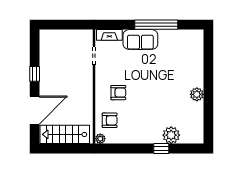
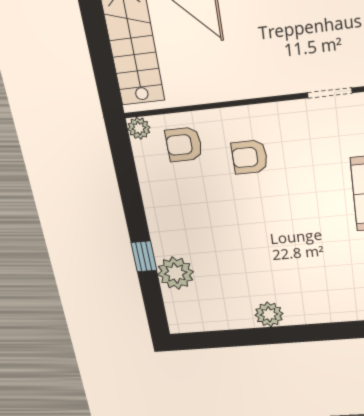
armchair: (118, 93) -> (250, 157), turned 90
armchair: (110, 120) -> (184, 144), turned 90

